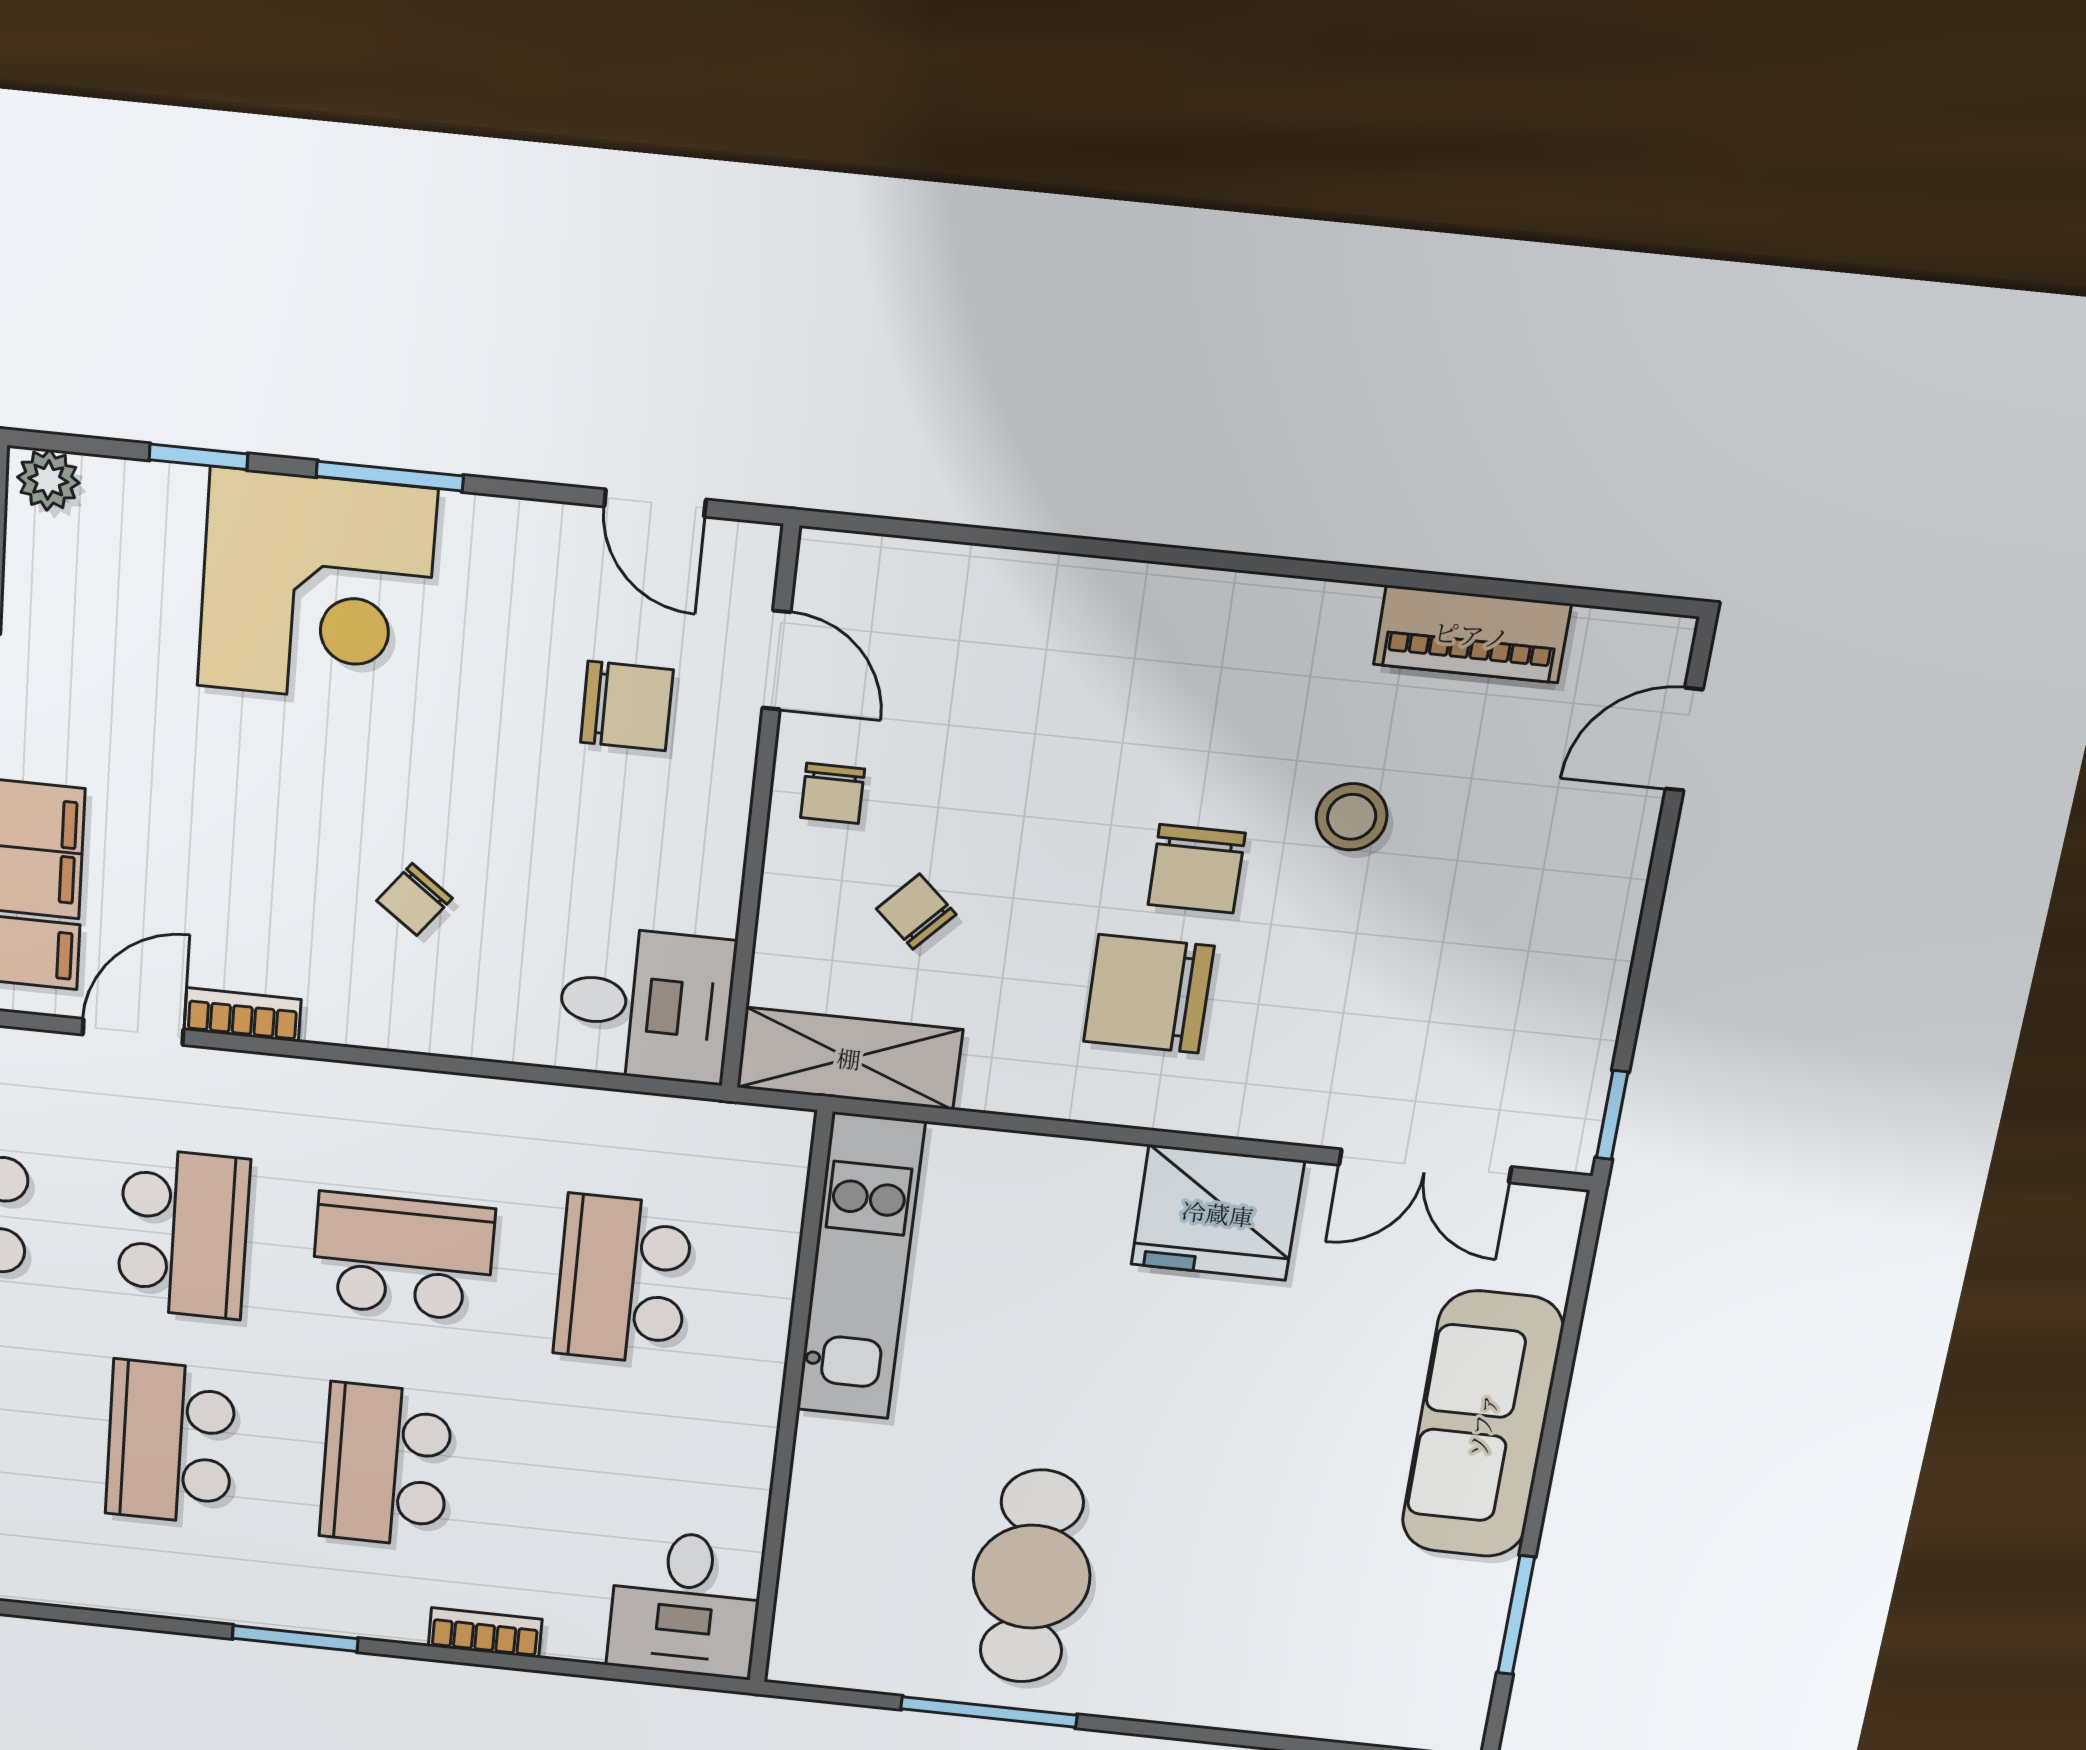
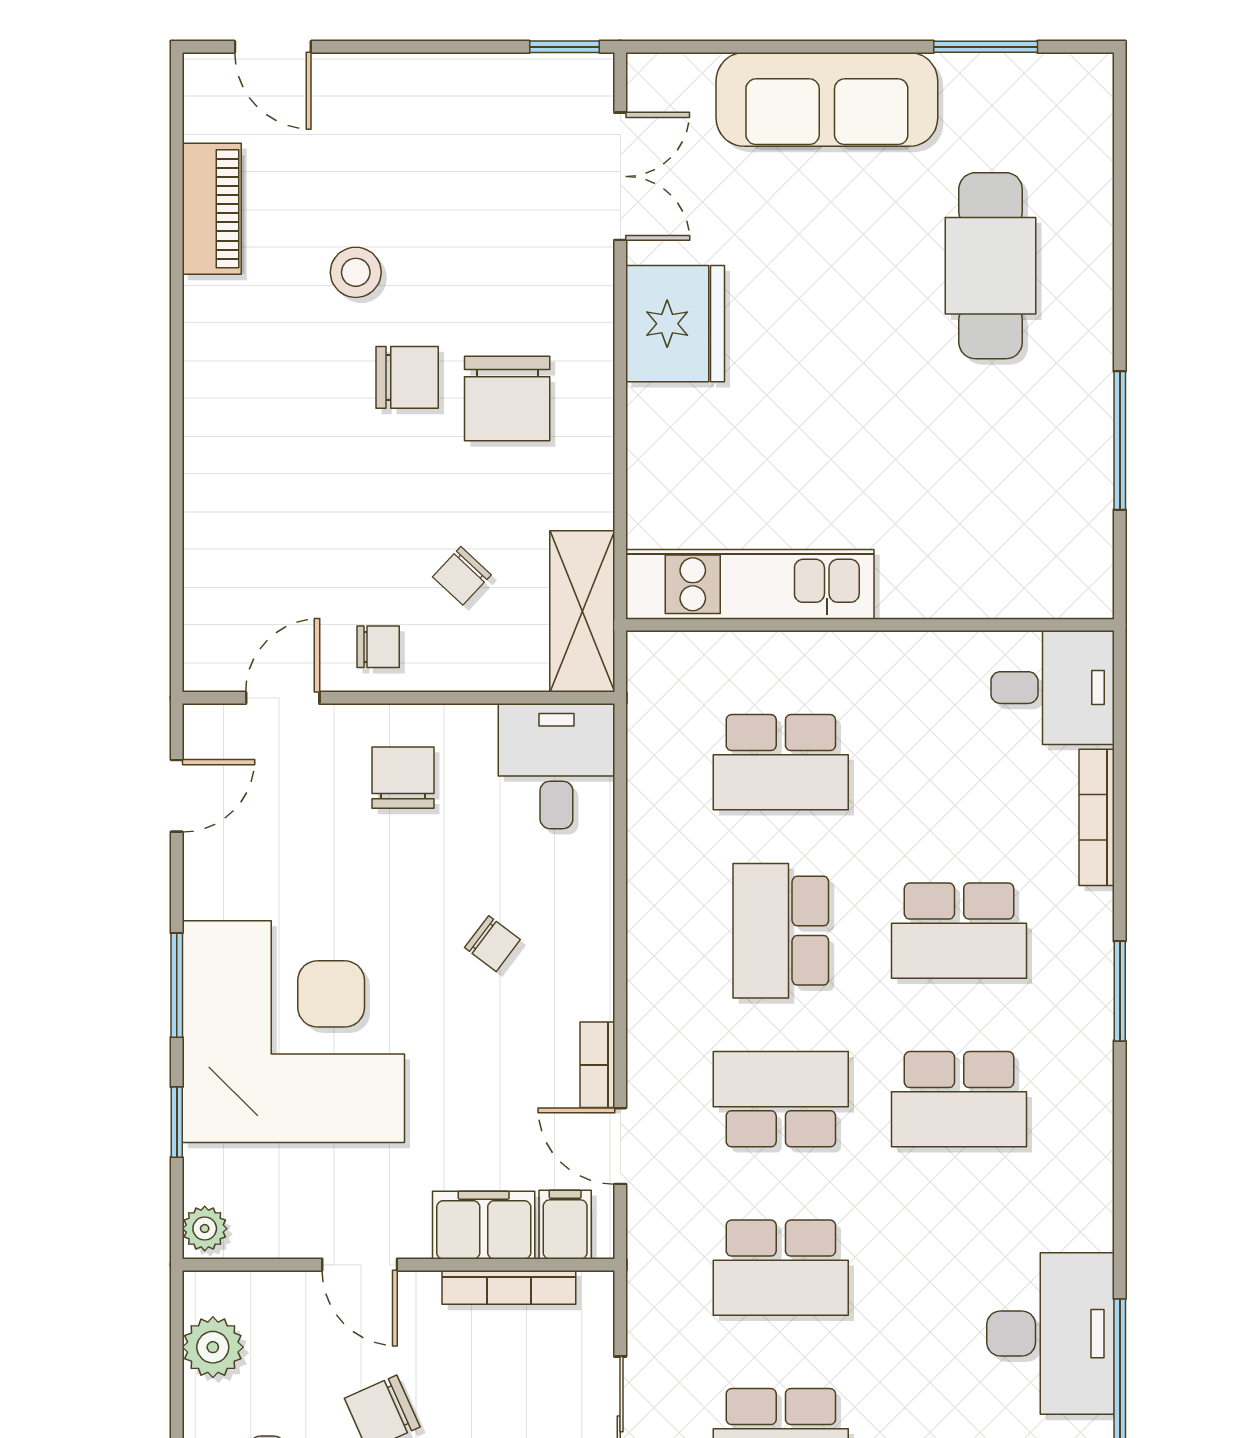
corner desk: (317, 588) -> (293, 1032), width x1.36, depth x1.36
chair: (627, 706) -> (403, 778), moved
cafe table: (1032, 1577) -> (991, 266), moved, turned 90
bookcase: (485, 1633) -> (1097, 817), width x1.56

